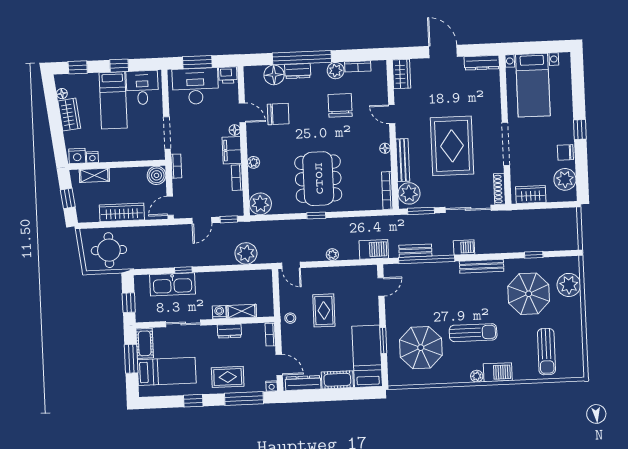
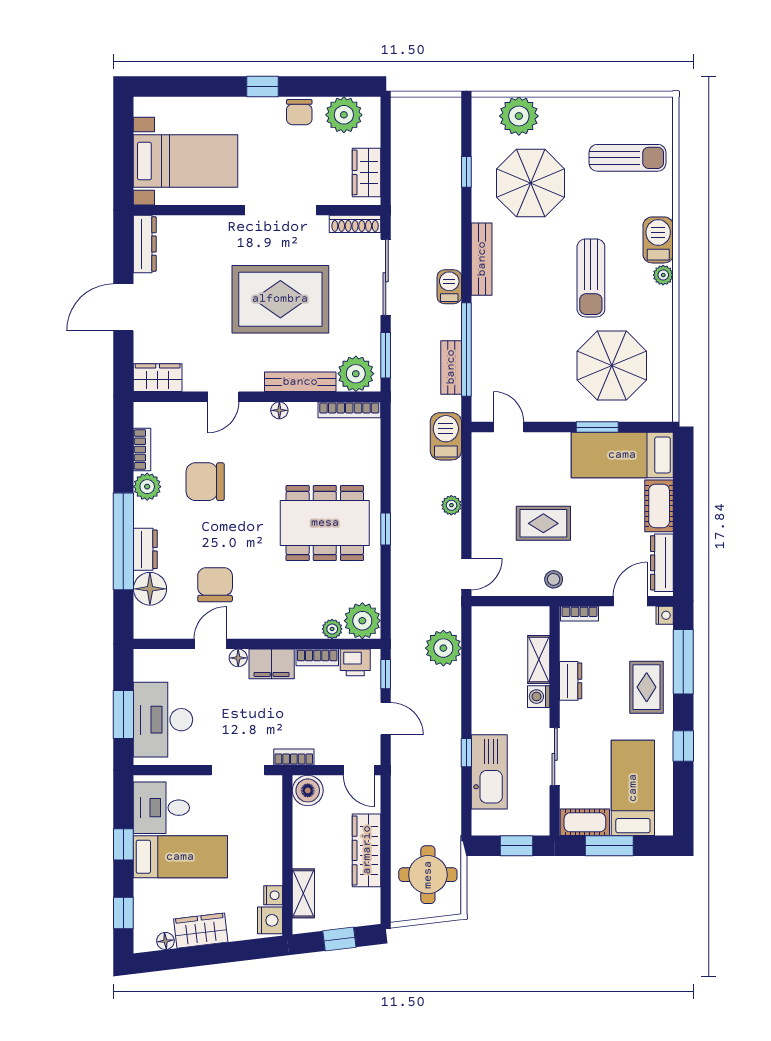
printer: (228, 75) -> (355, 662), moved, turned 90
plant: (254, 162) -> (332, 629), moved
sun lounger: (473, 333) -> (591, 278), turned 180

